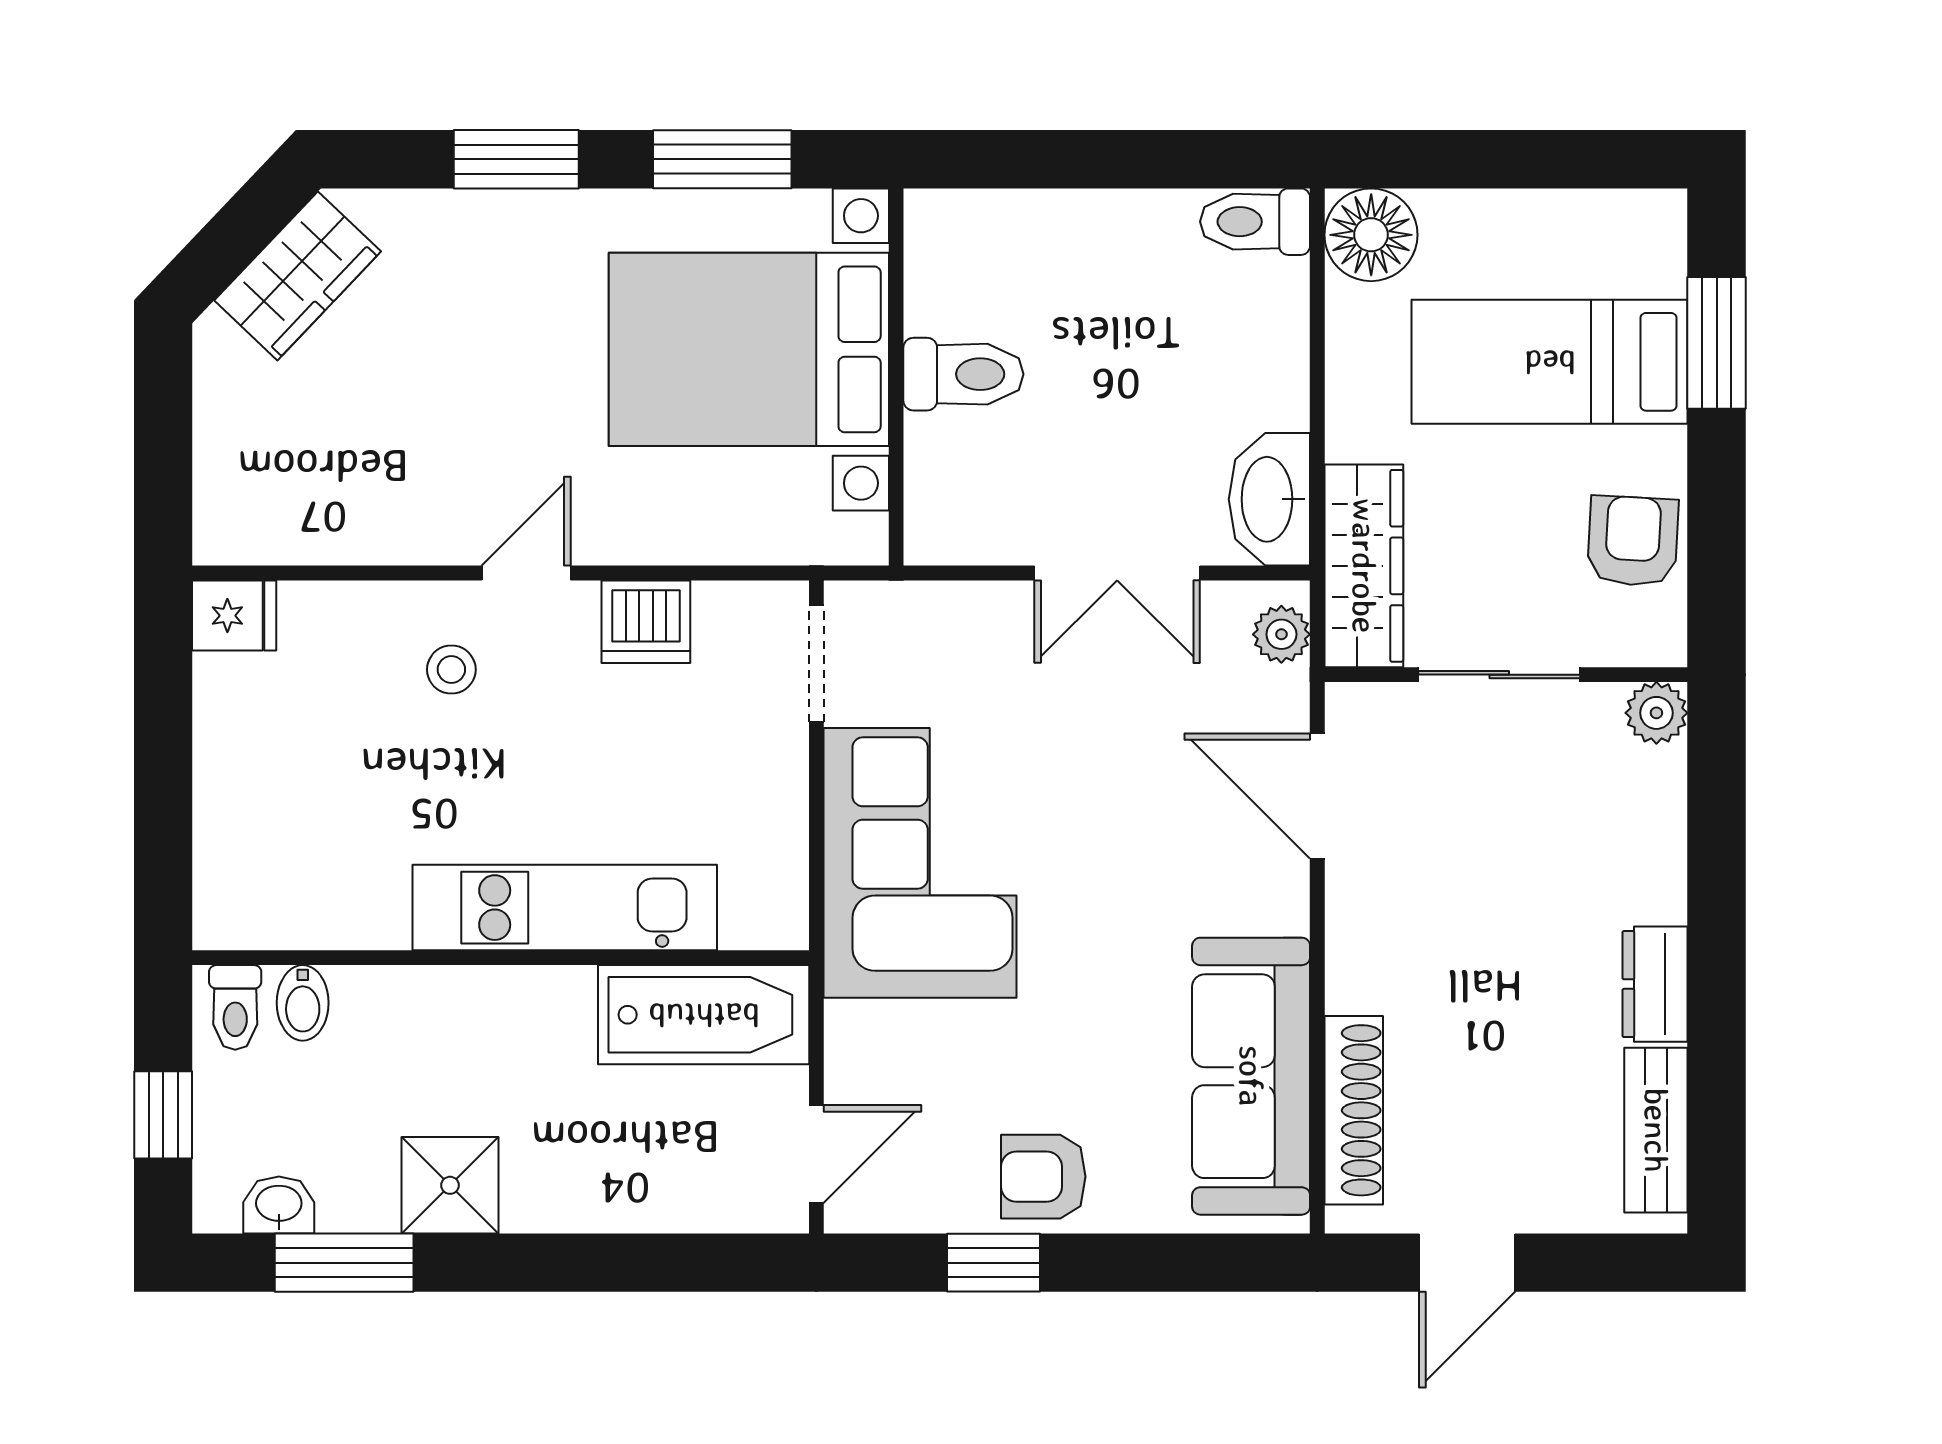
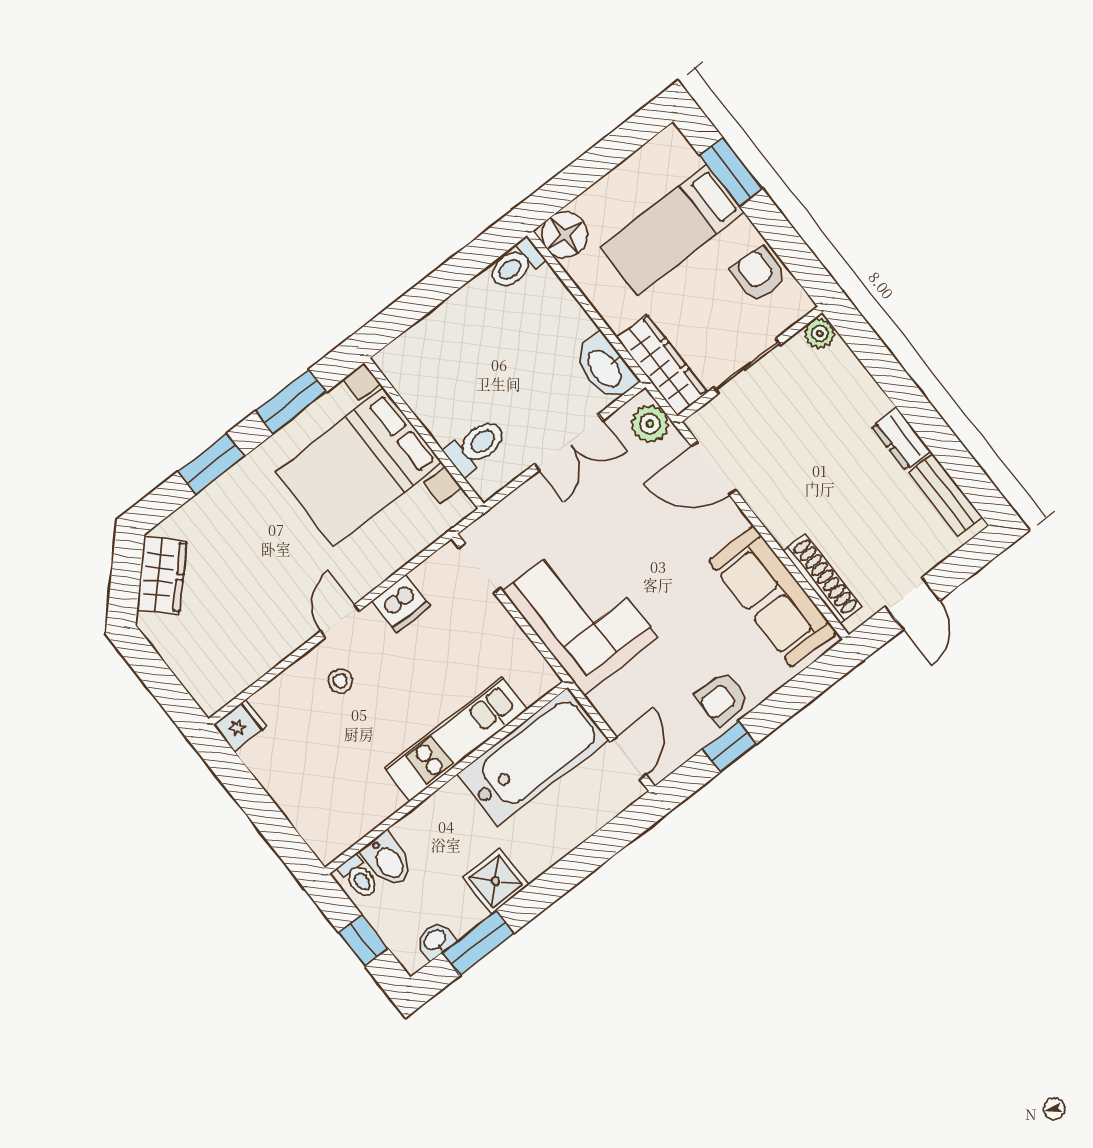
toilet: (963, 374) -> (476, 446), moved
plant: (1281, 634) -> (650, 424), width x1.38, depth x1.38
bidet: (303, 1003) -> (388, 860), width x1.38, depth x1.36
bathtub: (704, 1015) -> (533, 757), width x1.36, depth x1.36

